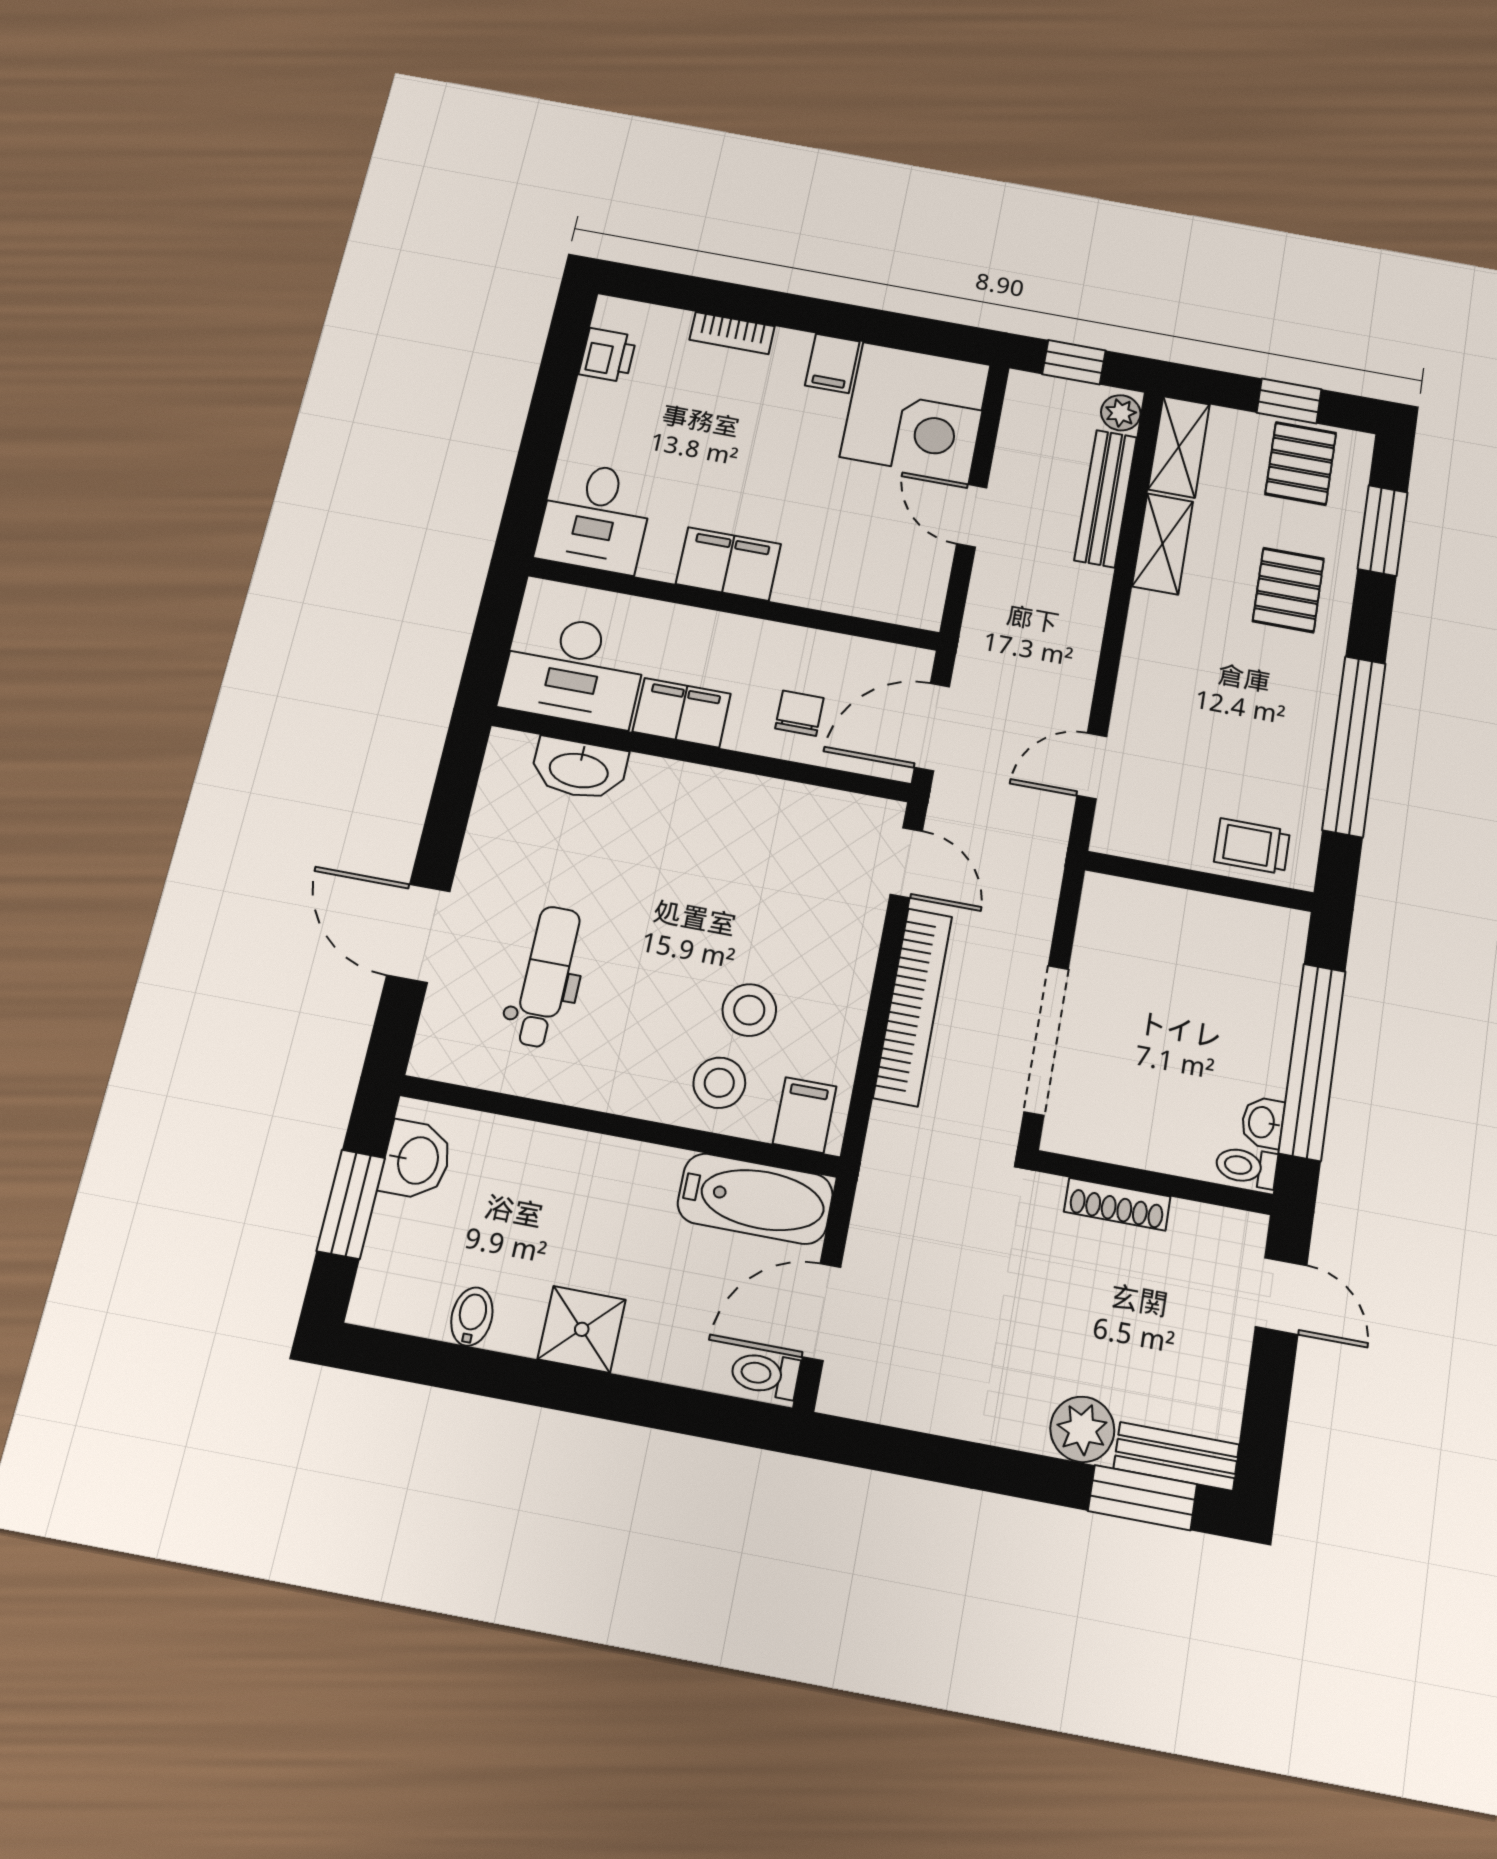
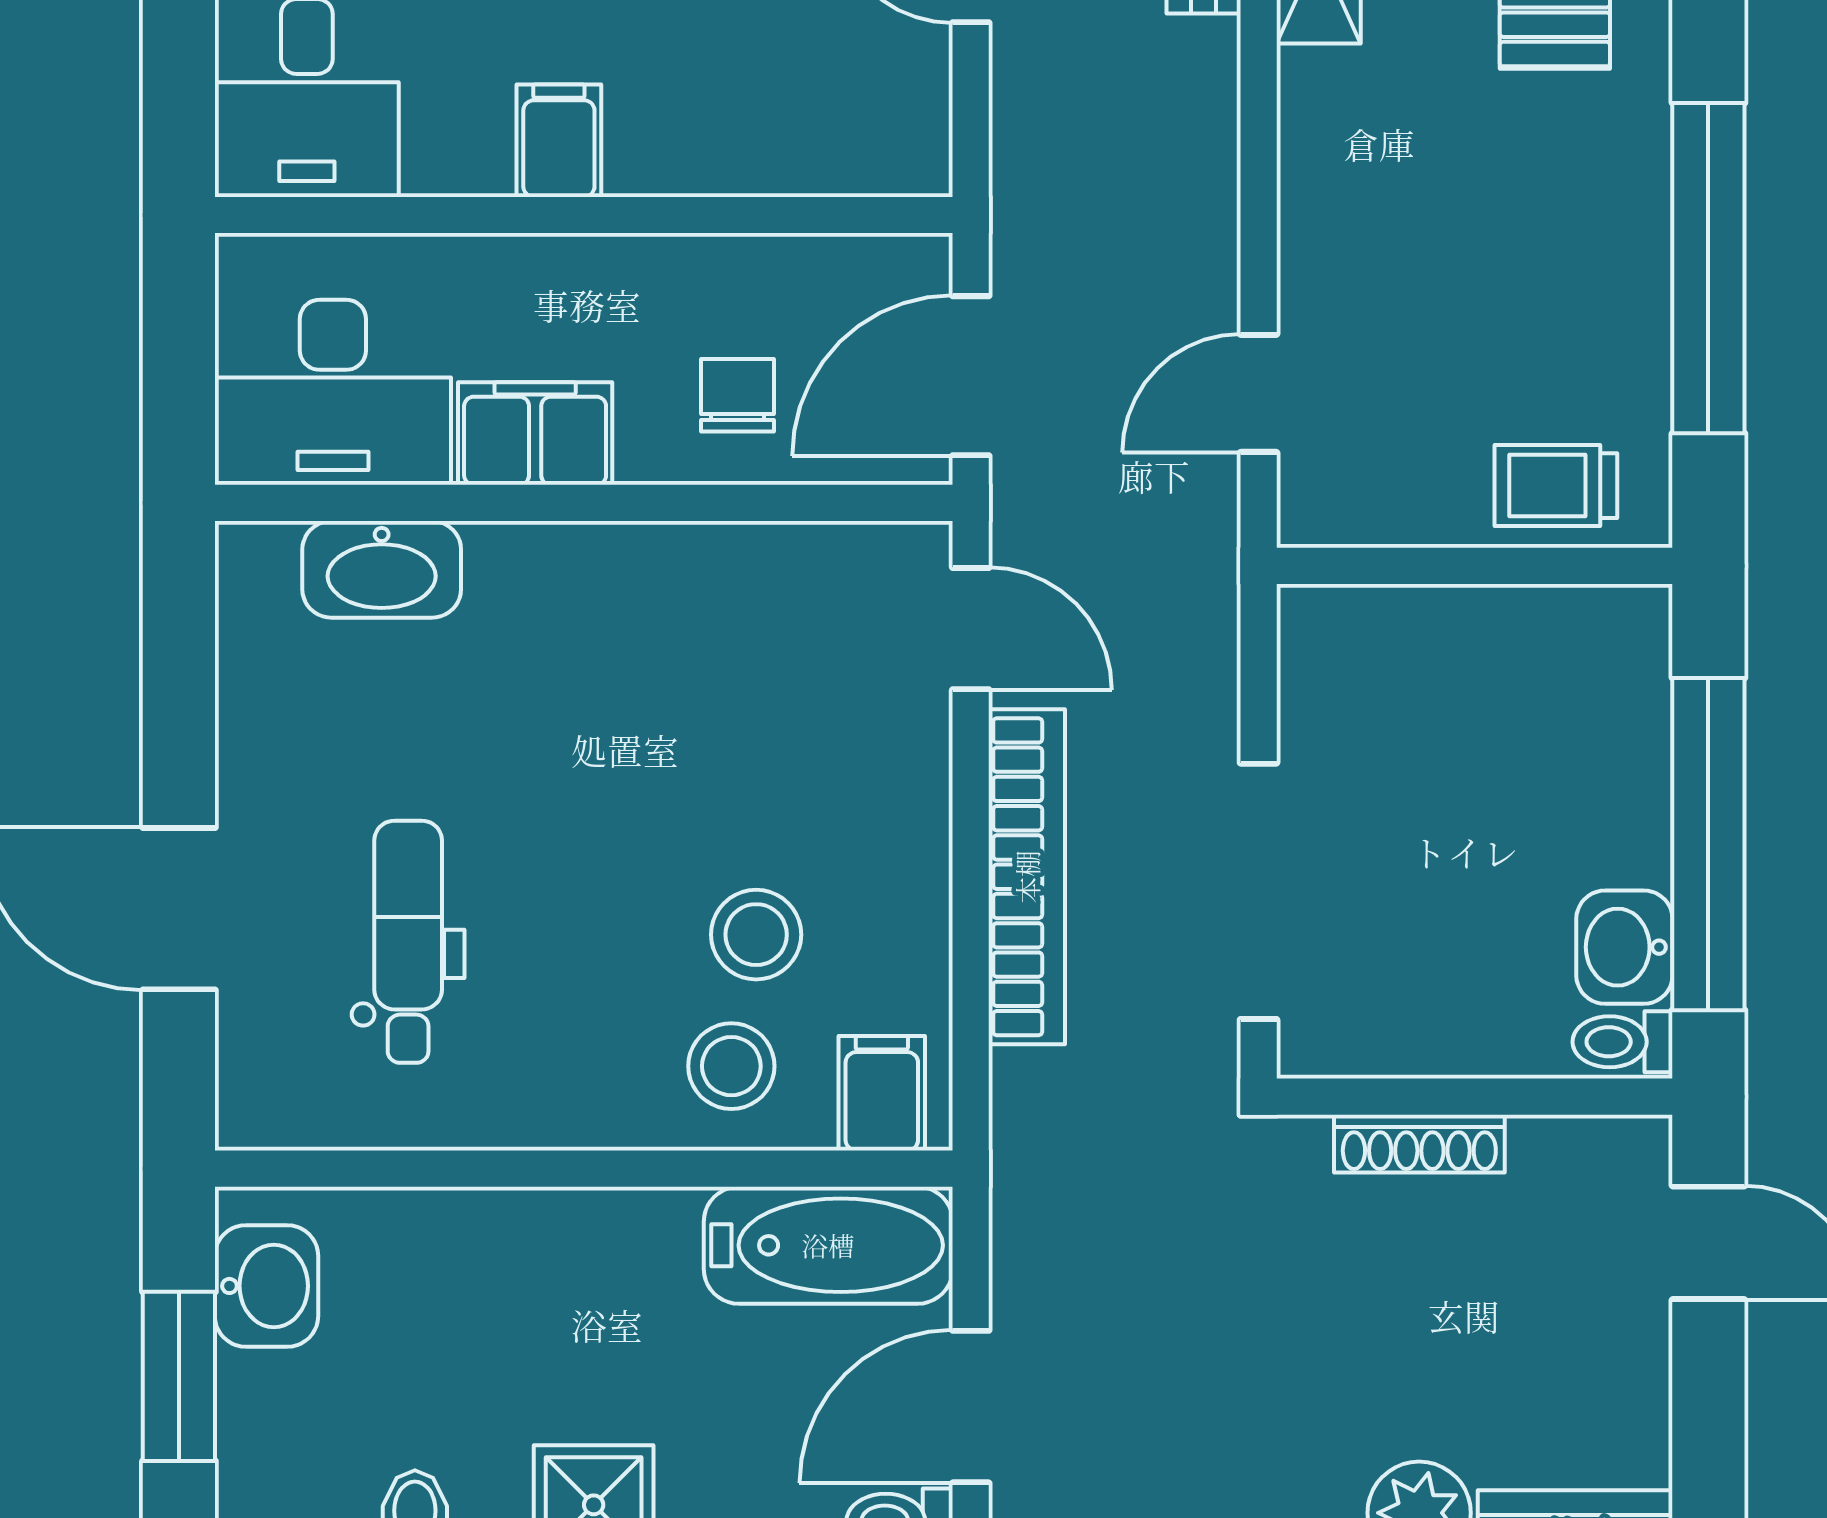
filing cabinet: (728, 564) -> (559, 141), width x0.50
washbasin: (1263, 1122) -> (1624, 947), width x1.38, depth x1.45

